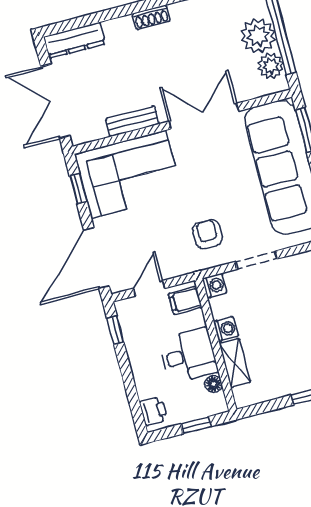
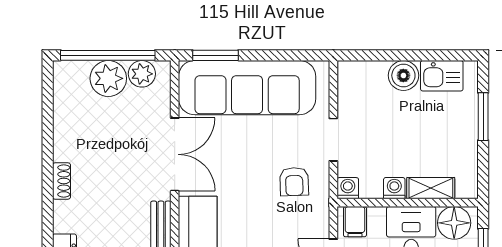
double door: (204, 116) -> (175, 154), swing flipped
armchair: (207, 234) -> (294, 182), turned -92
floor lamp: (213, 384) -> (454, 223), width x1.89, depth x1.89

